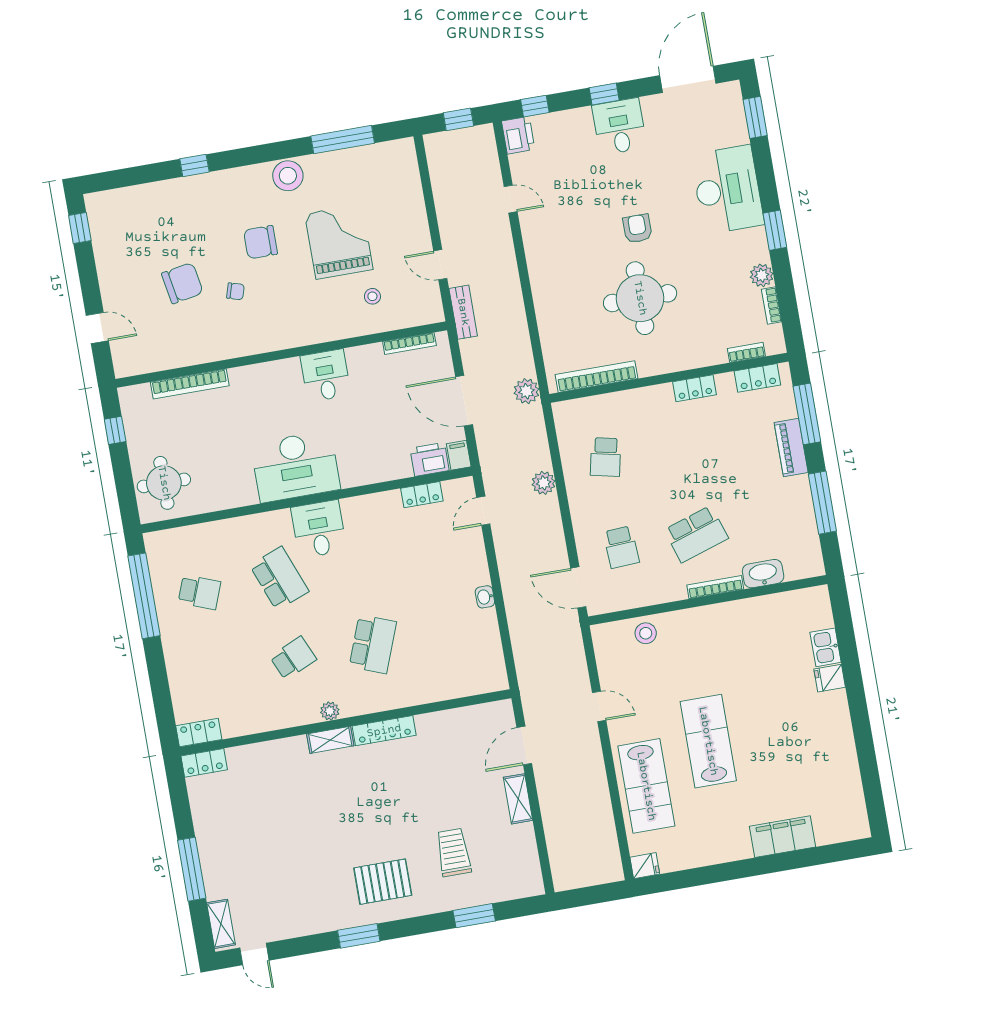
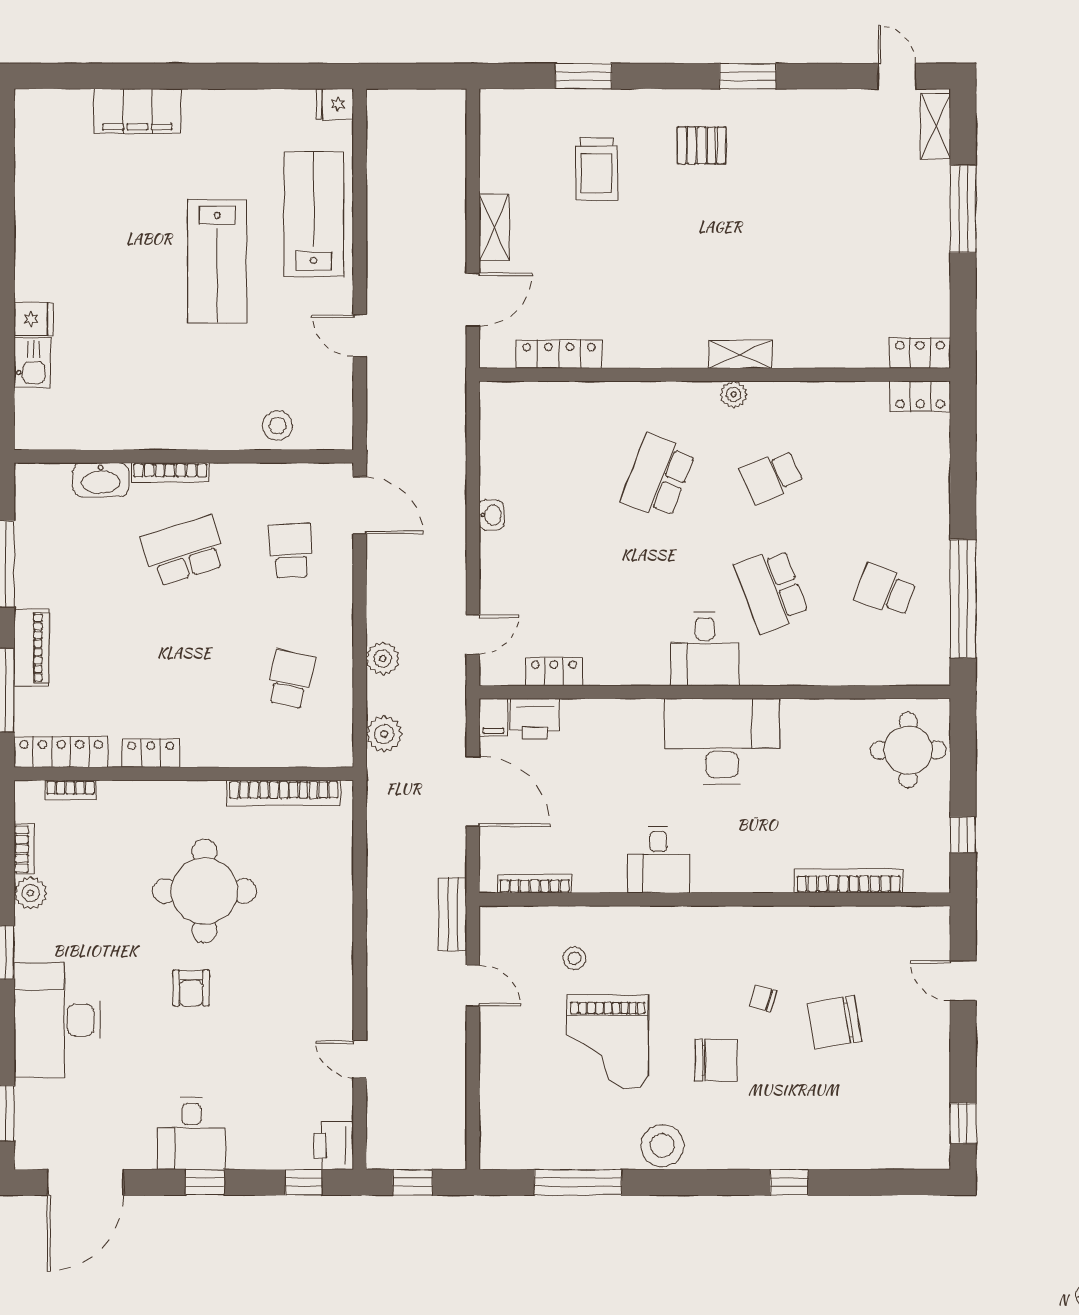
locker: (757, 378) -> (61, 752), width x1.53
plant: (526, 391) -> (384, 734), moved
locker: (384, 731) -> (559, 354), moved
pallet: (383, 882) -> (702, 145), width x0.67, depth x0.71

